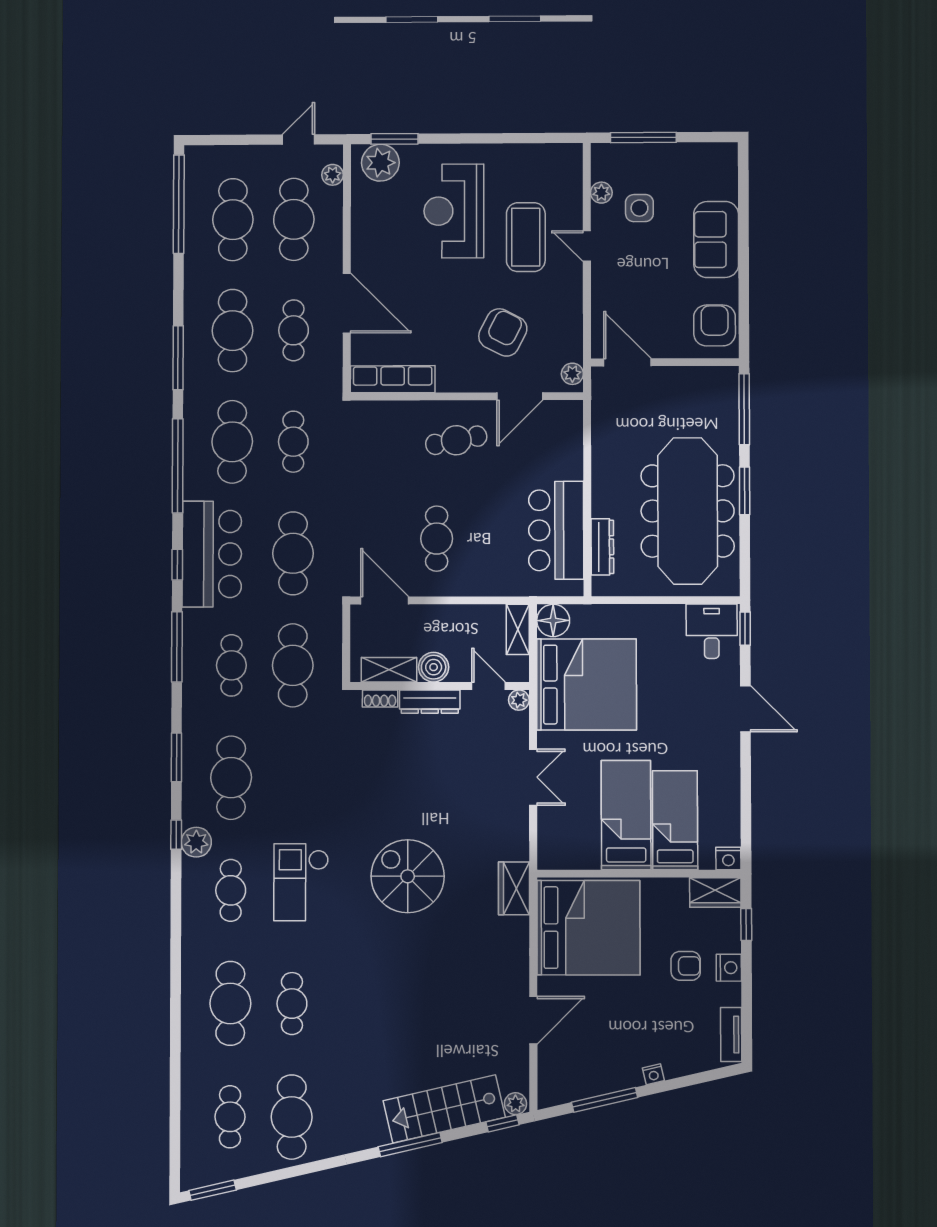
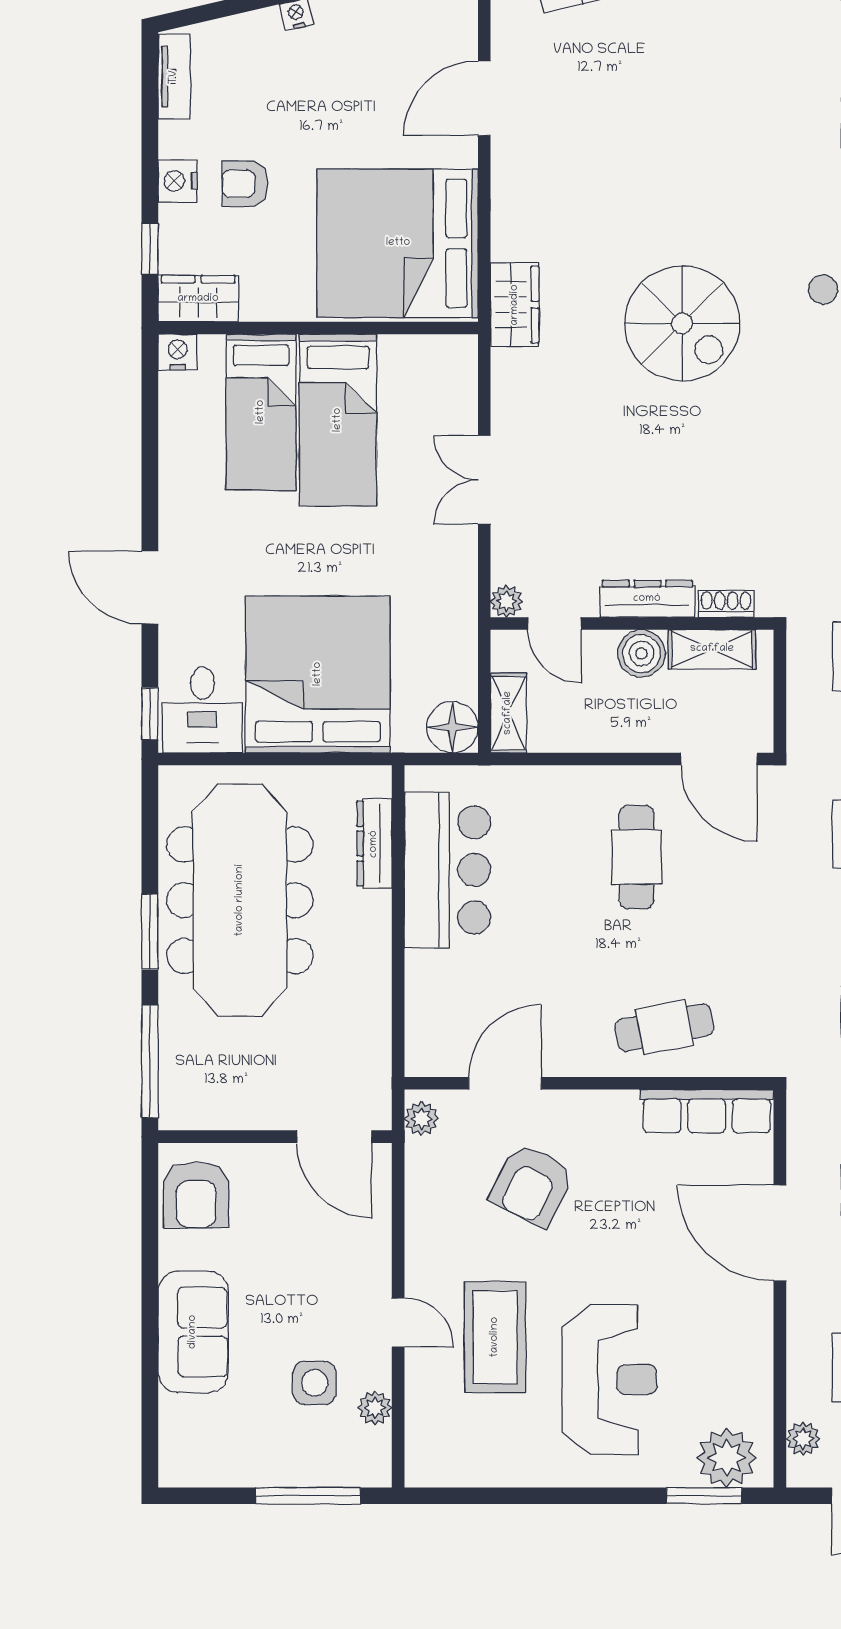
cafe table: (456, 440) -> (664, 1027), moved
bed: (587, 684) -> (318, 674), moved, turned 90

